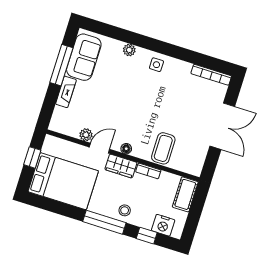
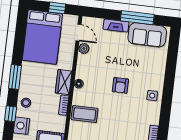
plant: (129, 50) -> (160, 71), removed
armchair: (137, 100) -> (120, 85), added
door: (99, 148) -> (79, 33), moved
stool: (125, 210) -> (26, 103), moved
window: (104, 222) -> (15, 77), width x0.69

